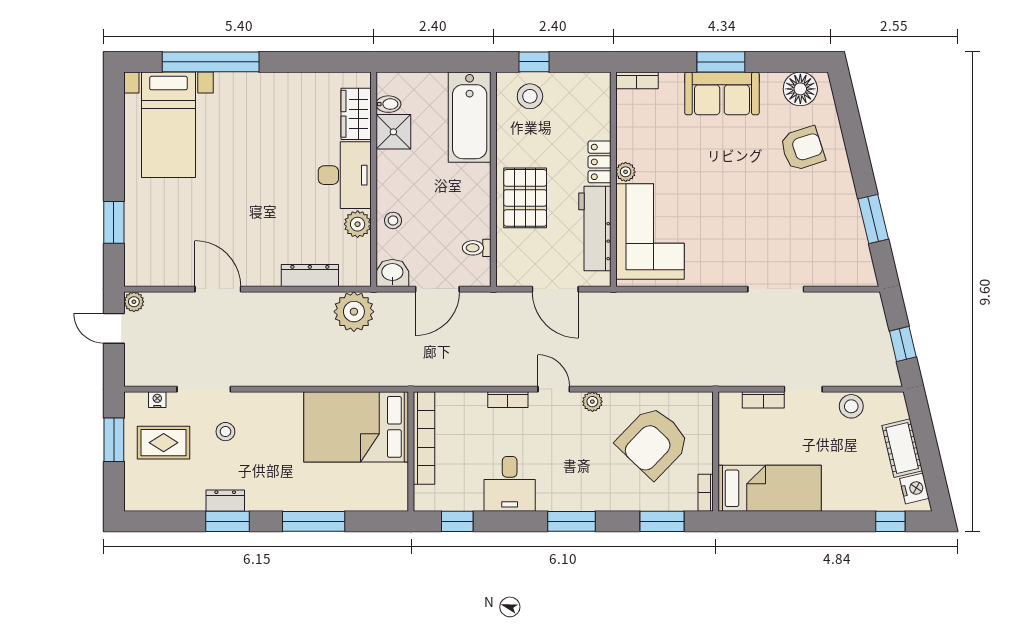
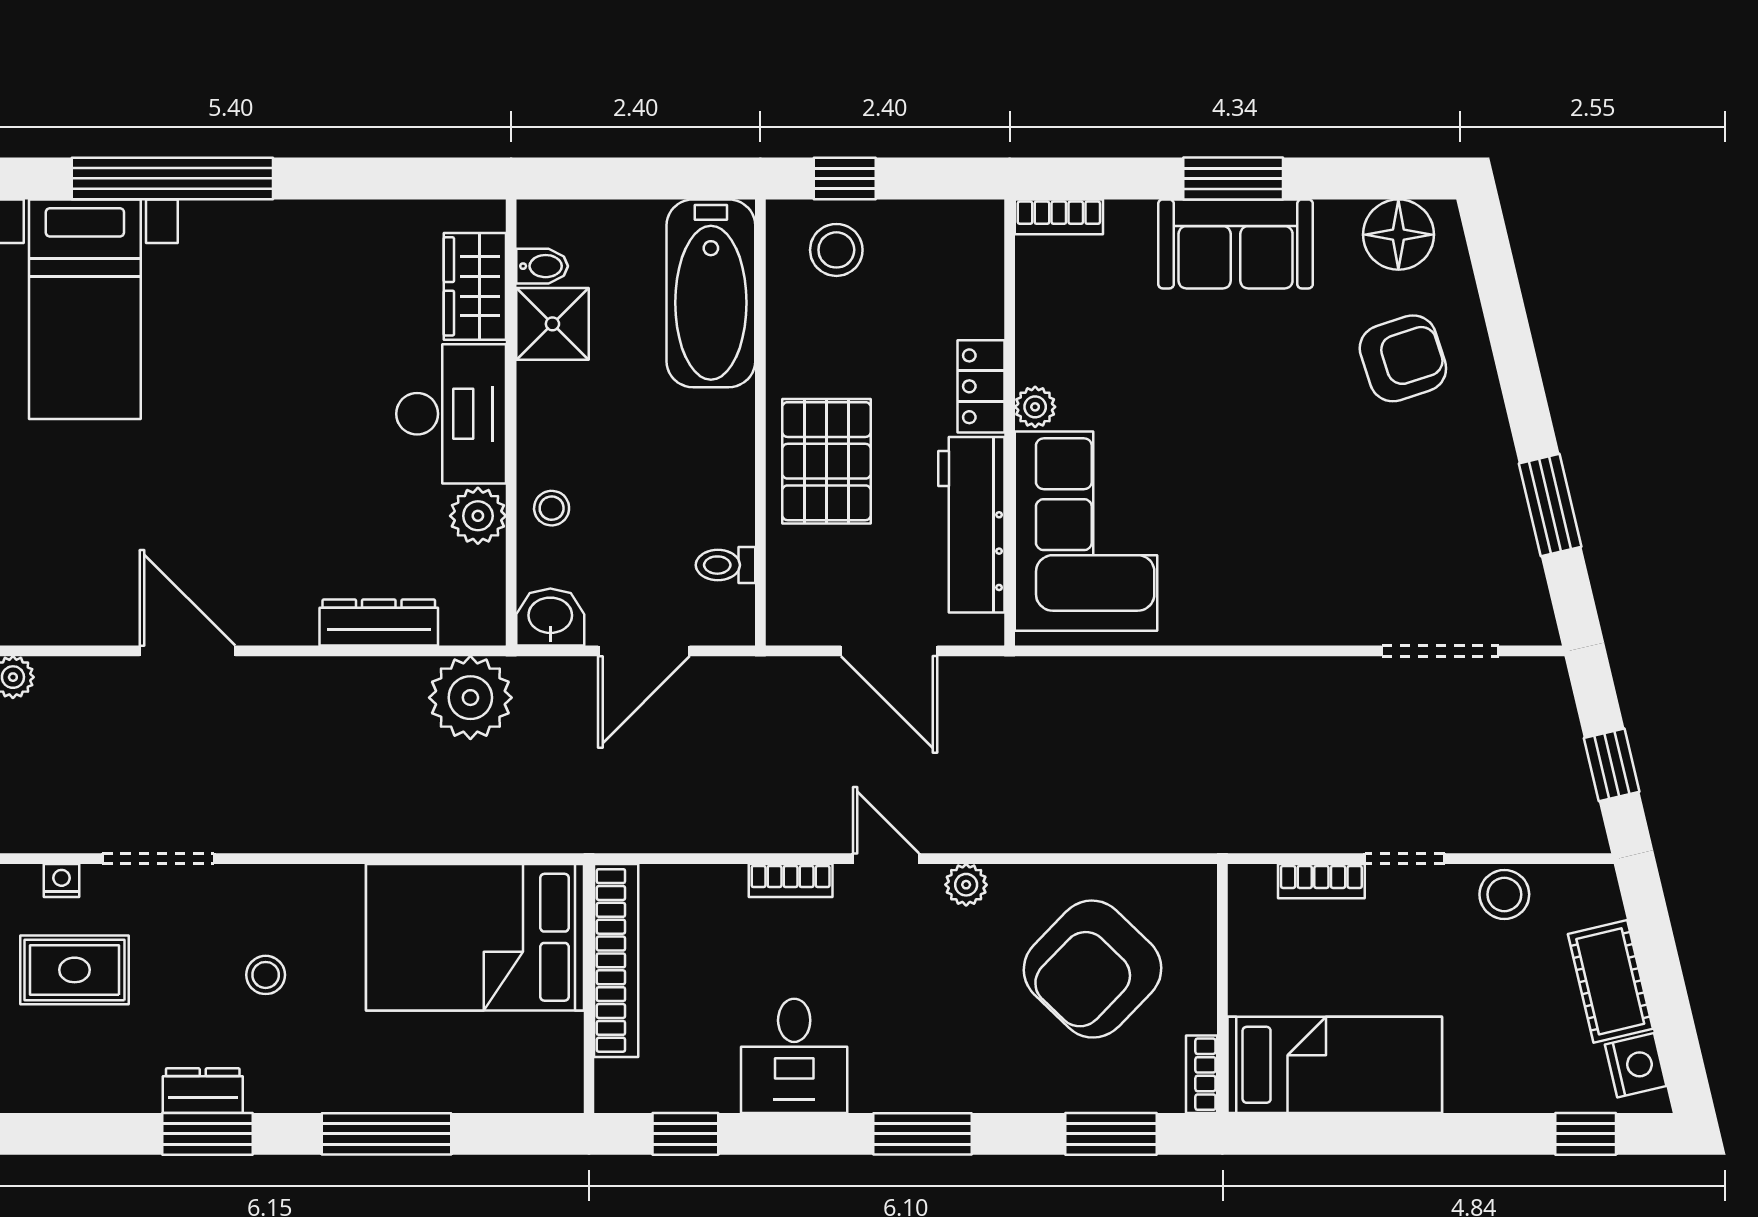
doorway: (776, 289) -> (1440, 651), moved
stool: (225, 432) -> (266, 975), moved

